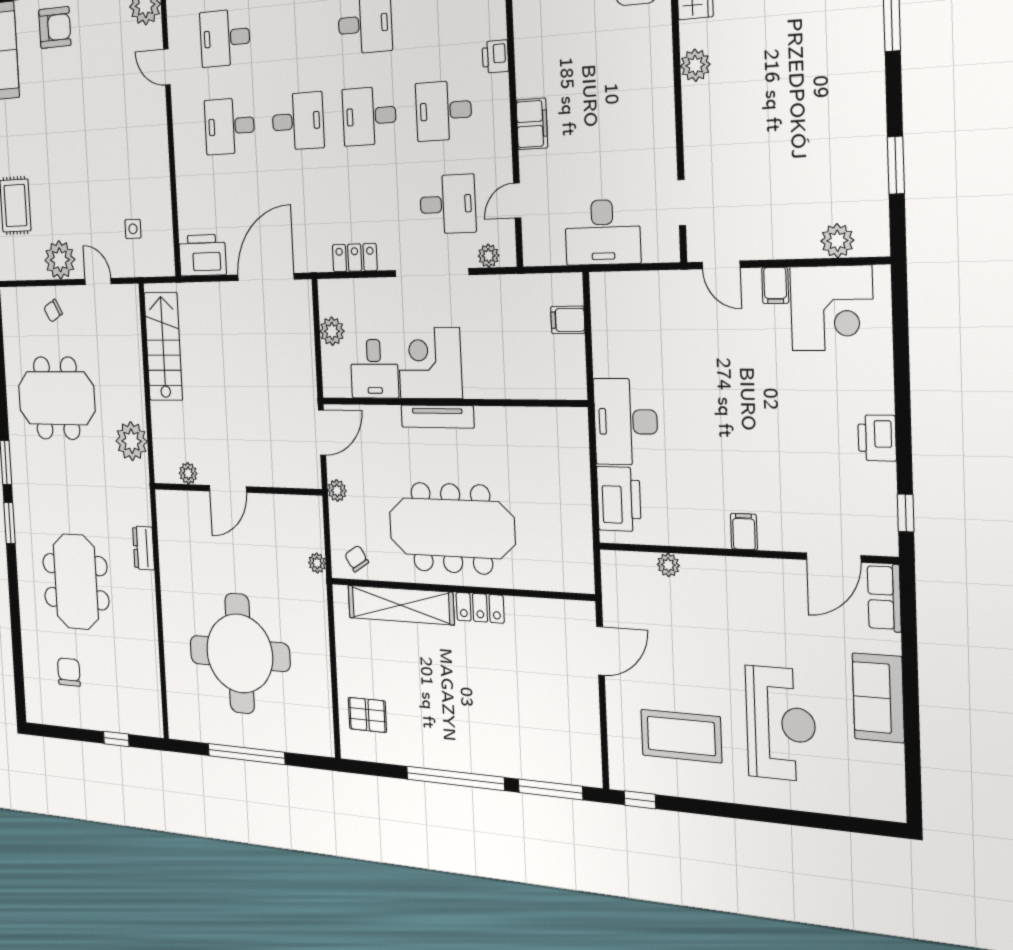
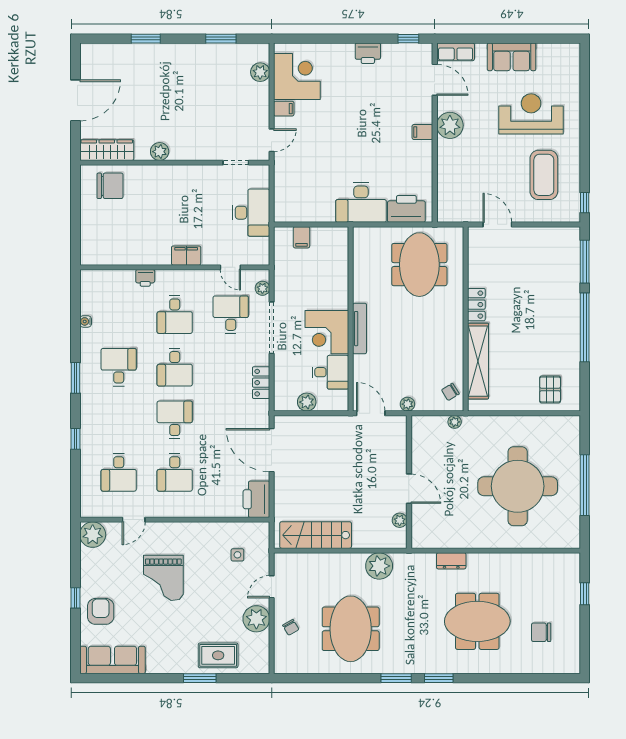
grand piano: (99, 118) -> (163, 578), added
meeting table: (452, 528) -> (419, 265), moved, width x0.73
plant: (668, 565) -> (450, 125), moved, width x1.87, depth x1.87

